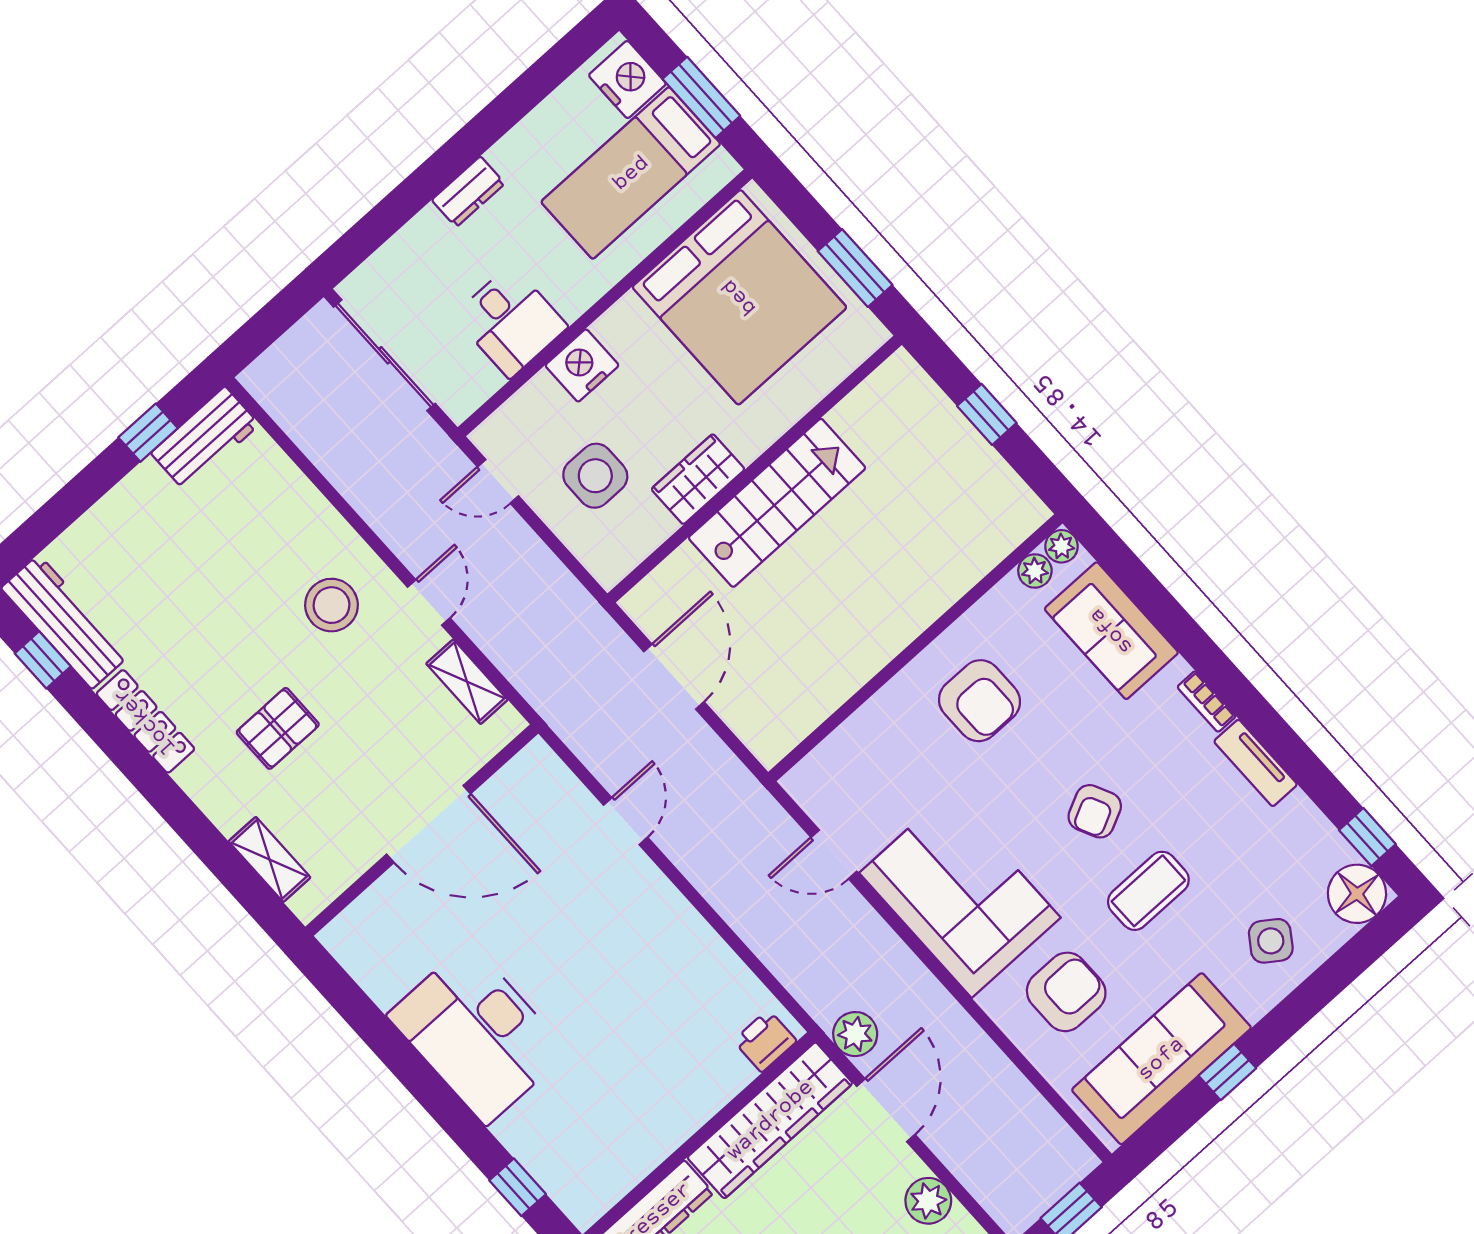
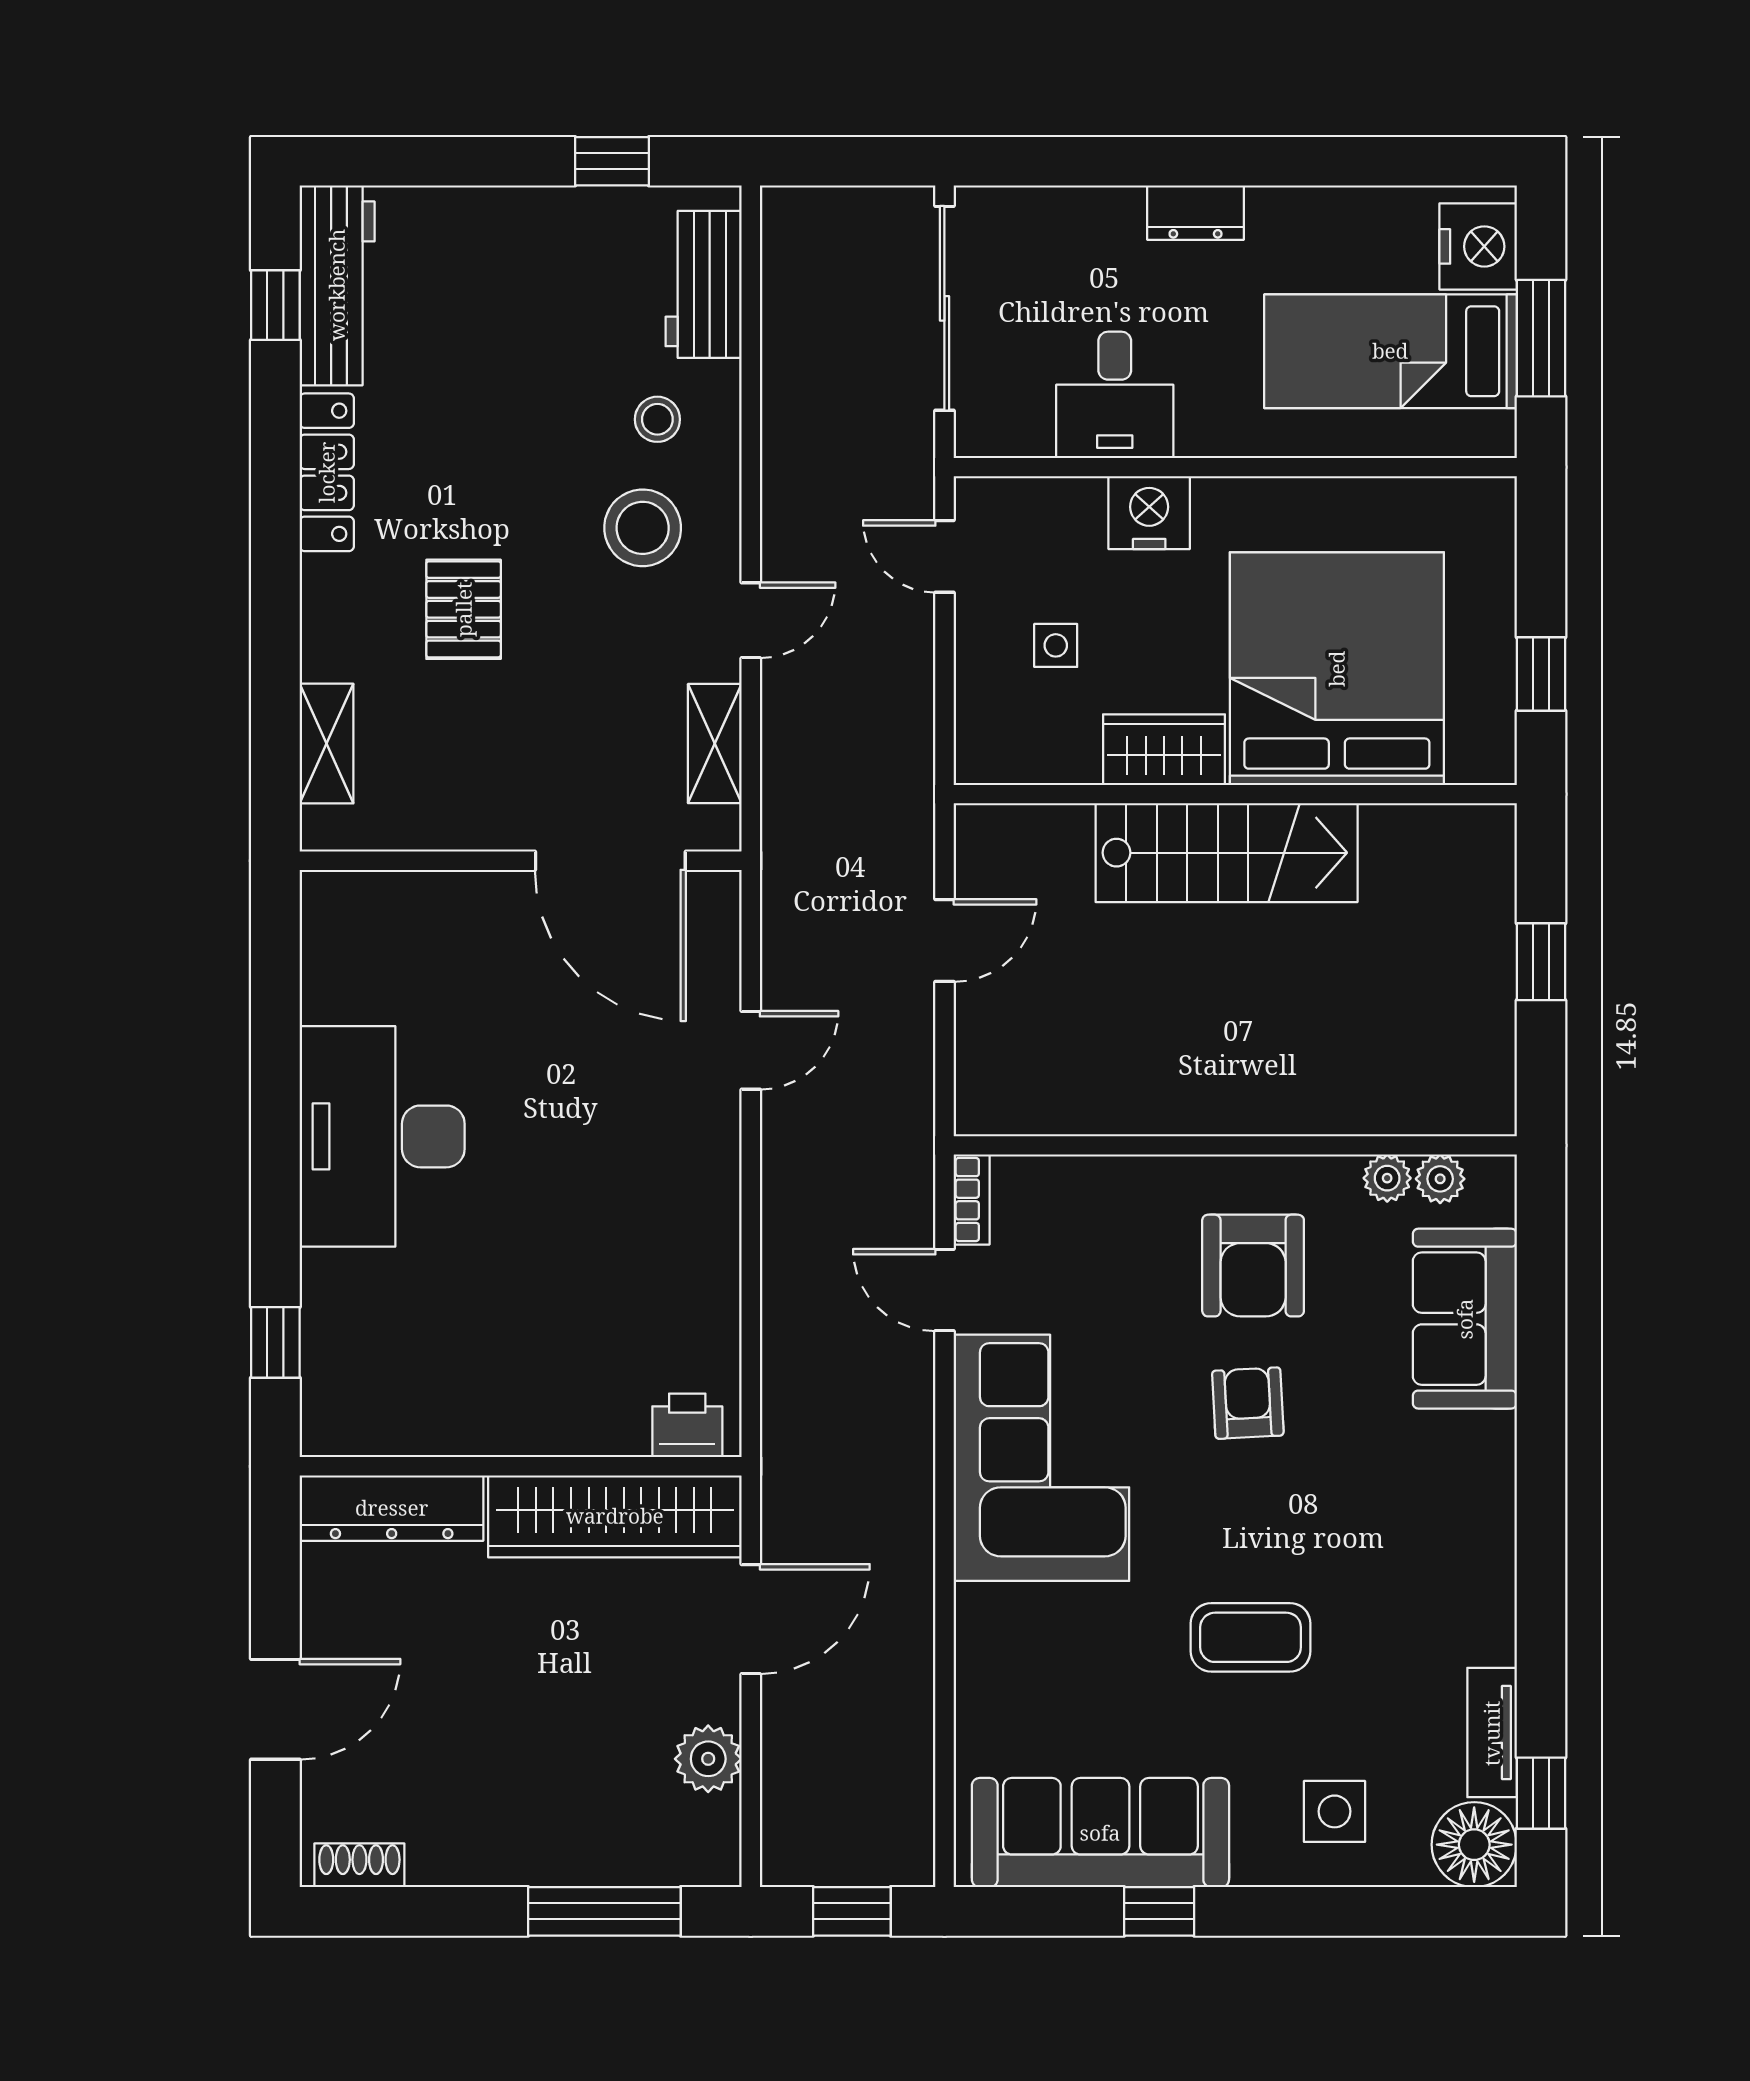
window: (855, 268) -> (1541, 674), width x0.67
bed: (739, 297) -> (1337, 669), moved, turned 180
workbench: (205, 439) -> (704, 284), moved, turned 90
side table: (595, 476) -> (1056, 645), width x0.54, depth x0.54
stool: (289, 543) -> (657, 419), added
plant: (1061, 546) -> (1387, 1178), moved
door: (674, 677) -> (944, 941), width x0.73
bookcase: (1206, 702) -> (972, 1200), moved, turned 180
pallet: (278, 728) -> (464, 609), turned 90
tv unit: (1256, 763) -> (1492, 1733), moved
armchair: (1095, 811) -> (1248, 1403), moved, turned 113
door: (429, 824) -> (610, 861), moved
side table: (1271, 941) -> (1335, 1811), turned -35
armchair: (1066, 992) -> (1062, 1667), removed
plant: (855, 1034) -> (792, 1506), removed

